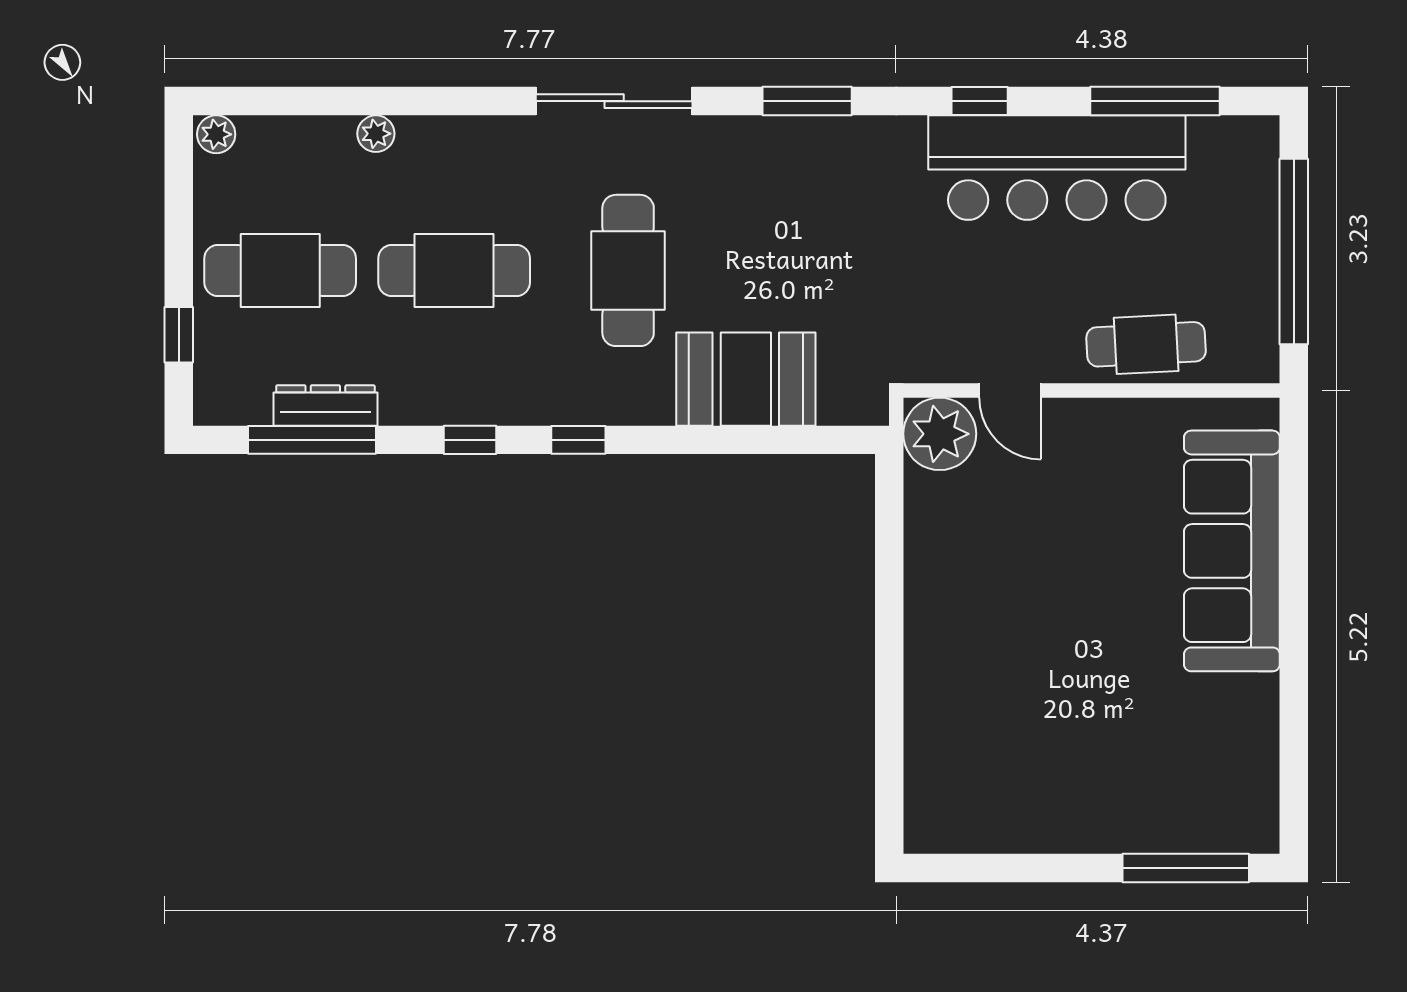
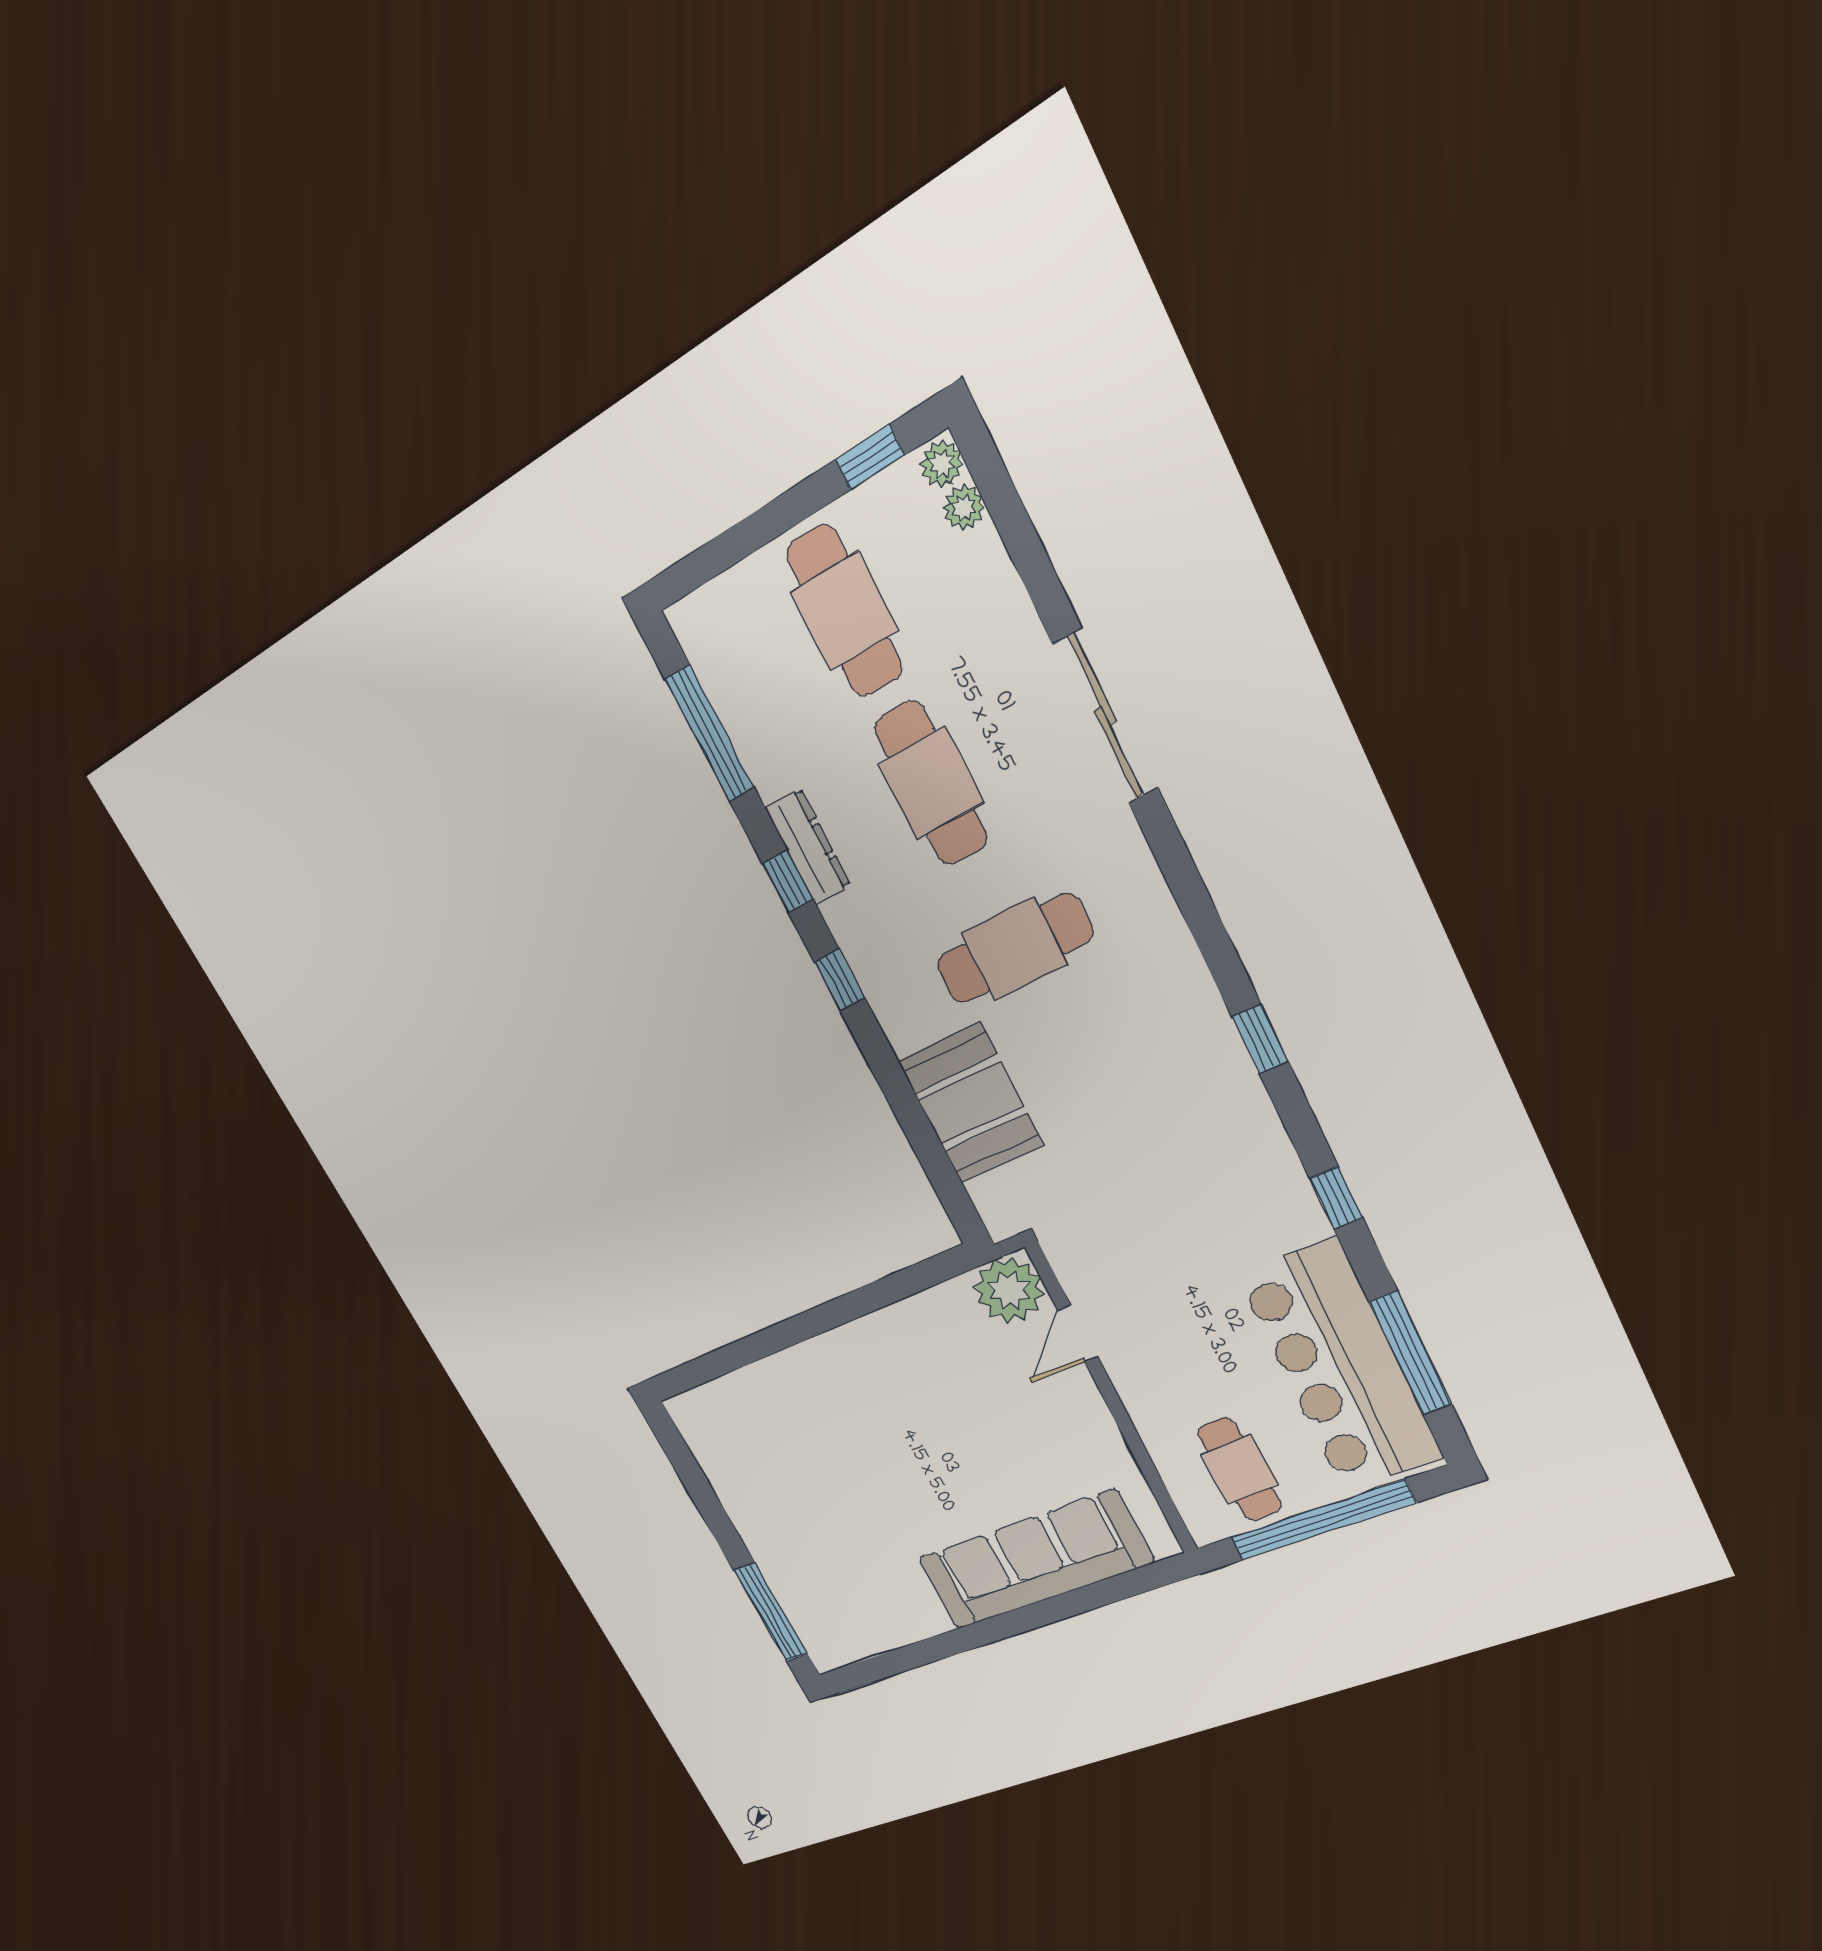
sliding door: (614, 101) -> (1106, 716), moved
window: (807, 101) -> (1260, 1039), width x0.67
plant: (376, 134) -> (963, 507), moved
bar counter: (1057, 168) -> (1340, 1367), moved
window: (179, 335) -> (870, 457), moved
cafe table: (1146, 344) -> (1239, 1469), moved
dresser: (325, 405) -> (808, 847), moved

